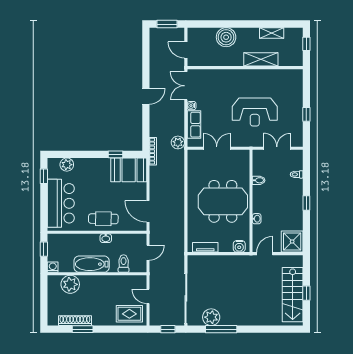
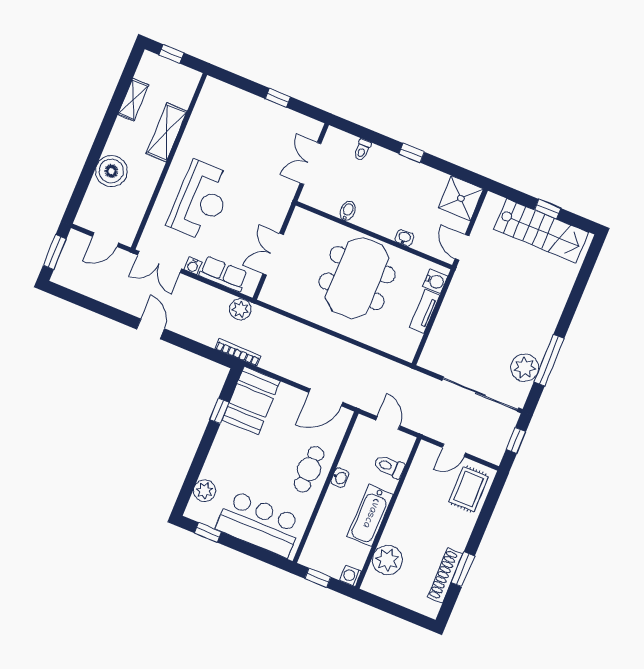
reception desk: (255, 112) -> (201, 201), moved
tv unit: (205, 247) -> (425, 311), moved

